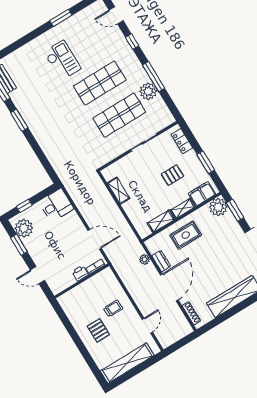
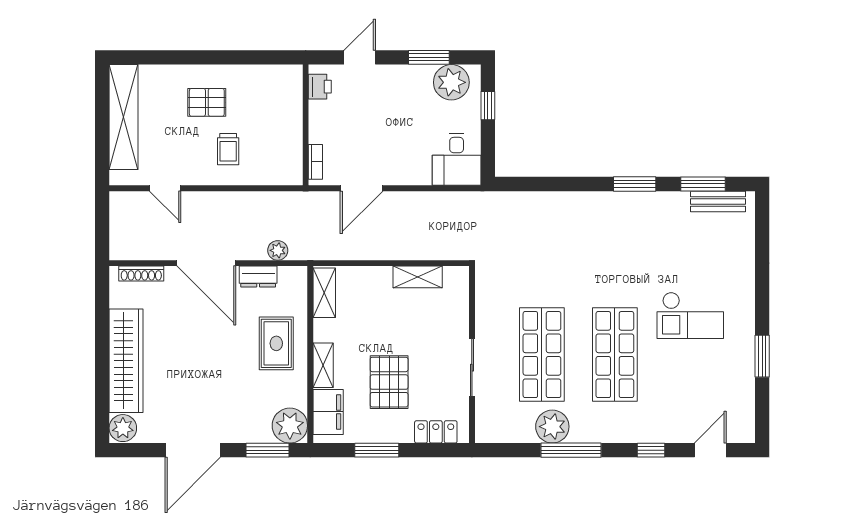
pallet: (172, 175) -> (389, 382), width x1.50, depth x1.42
shelving: (161, 221) -> (324, 293), moved
printer: (80, 273) -> (320, 87), moved

